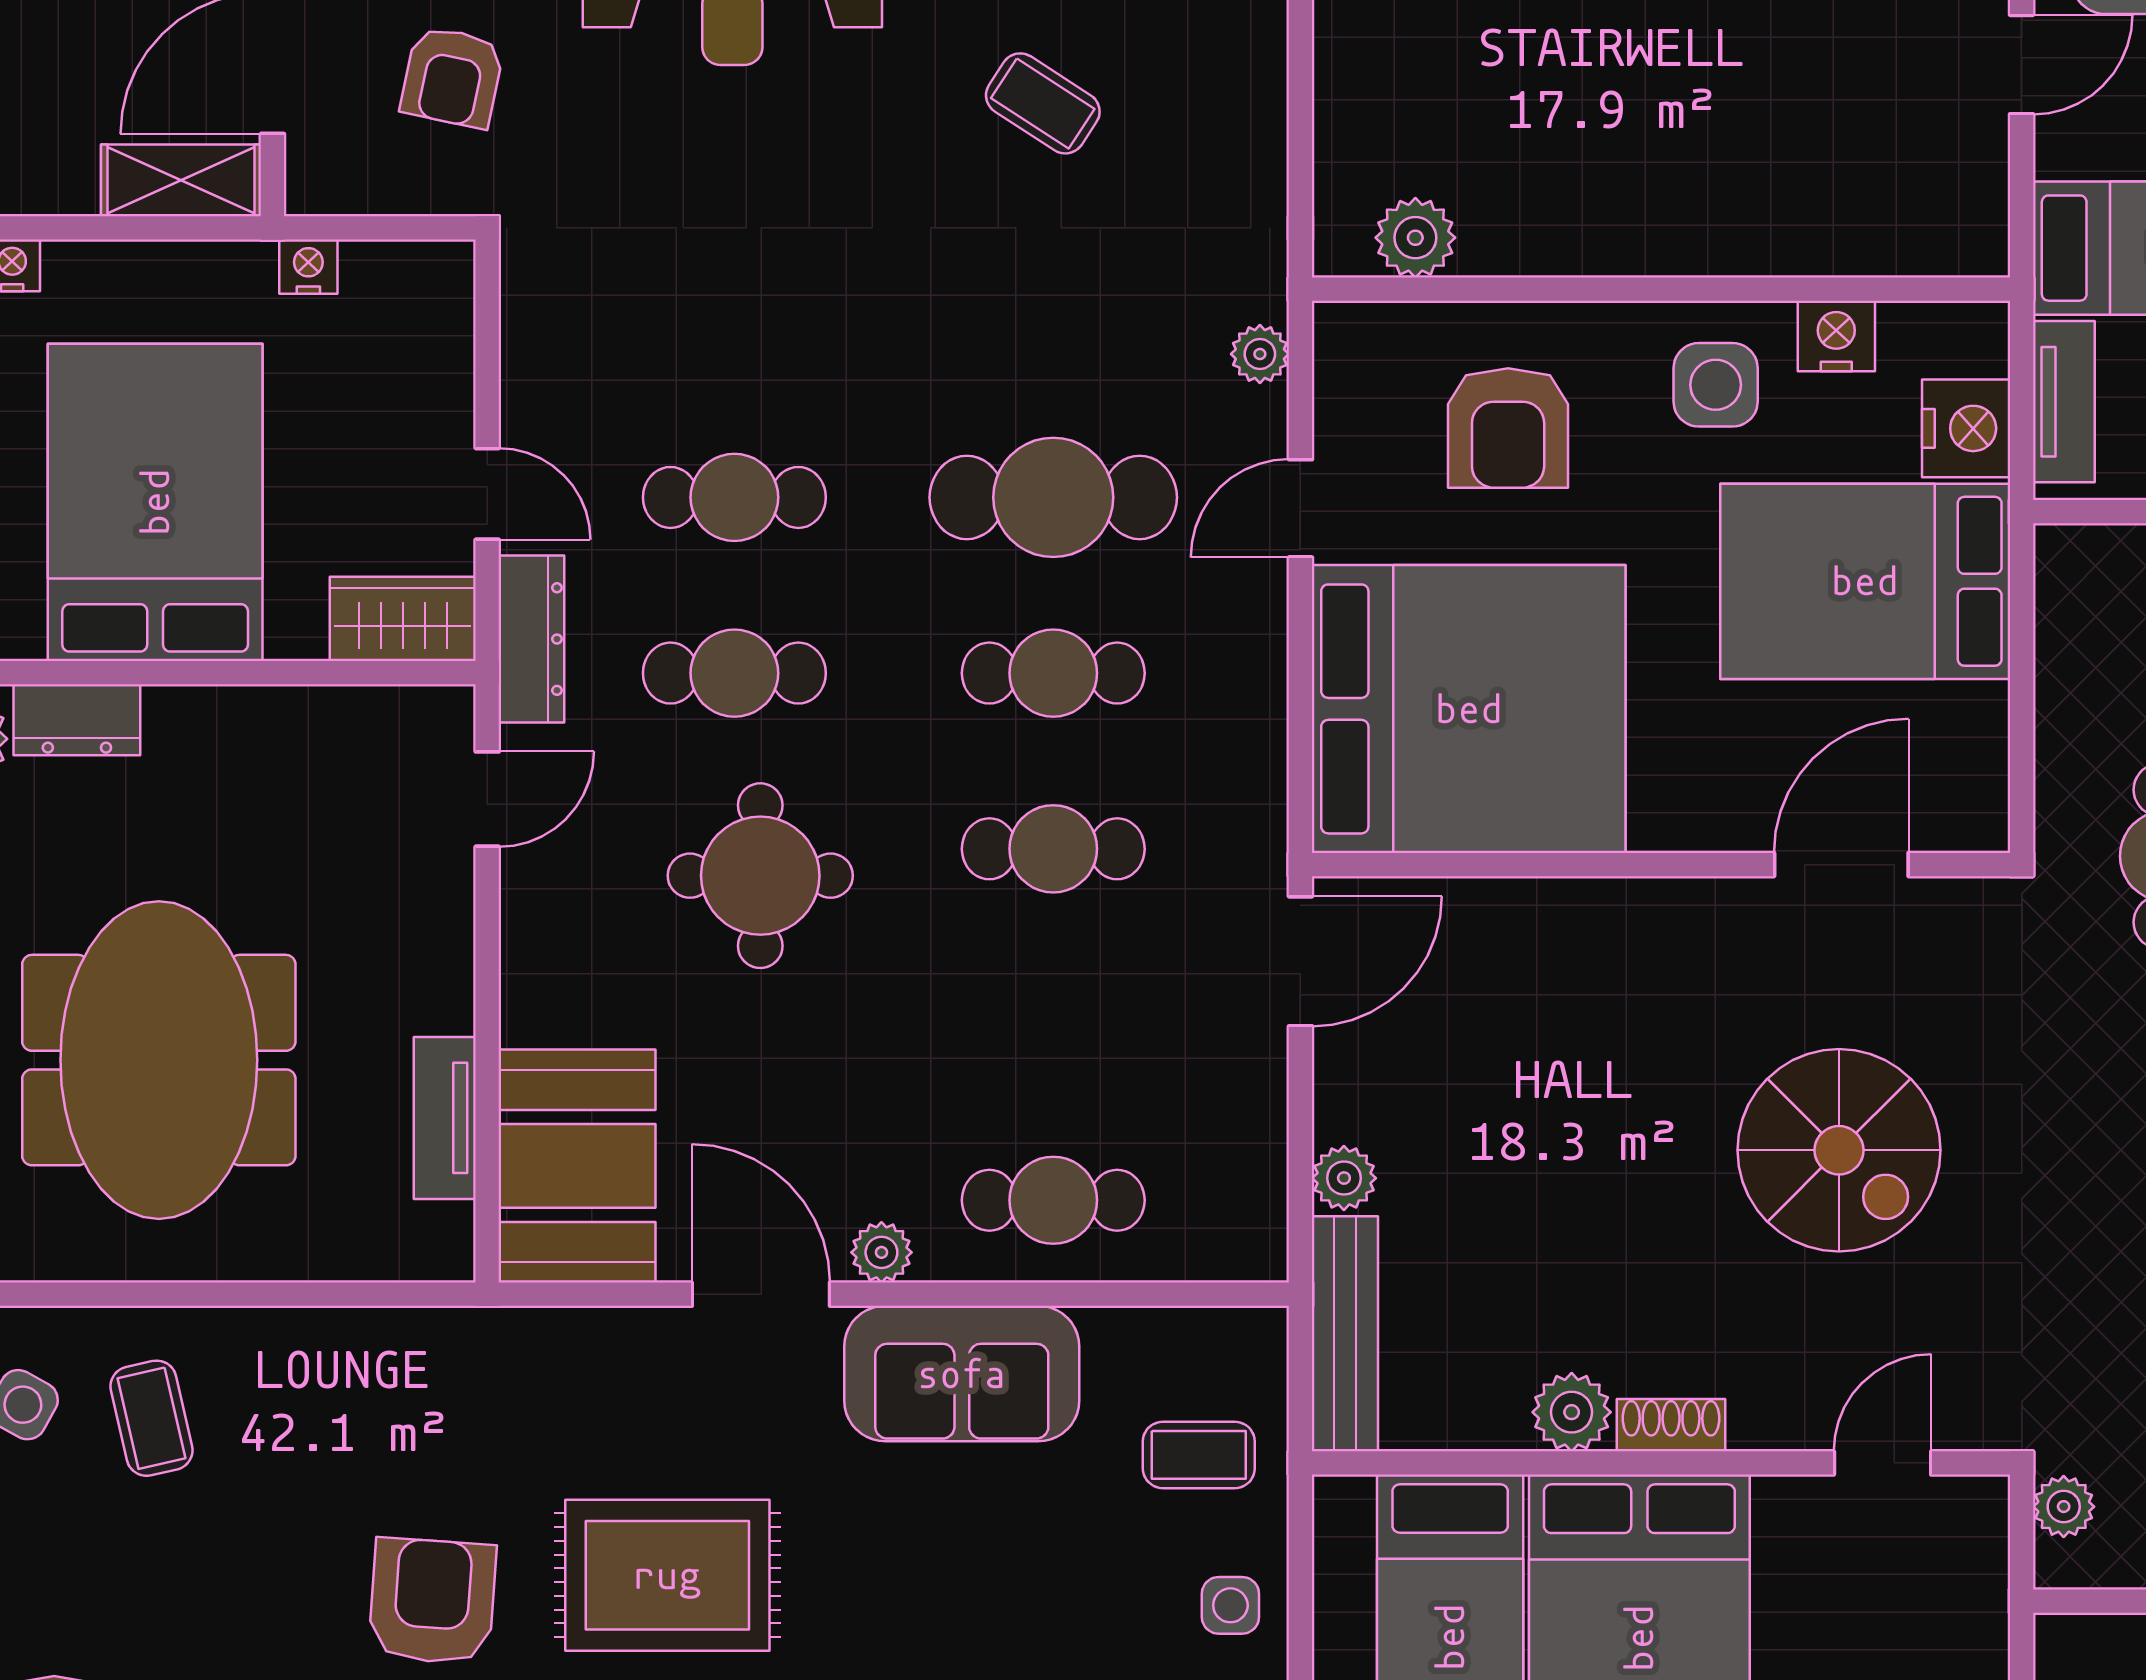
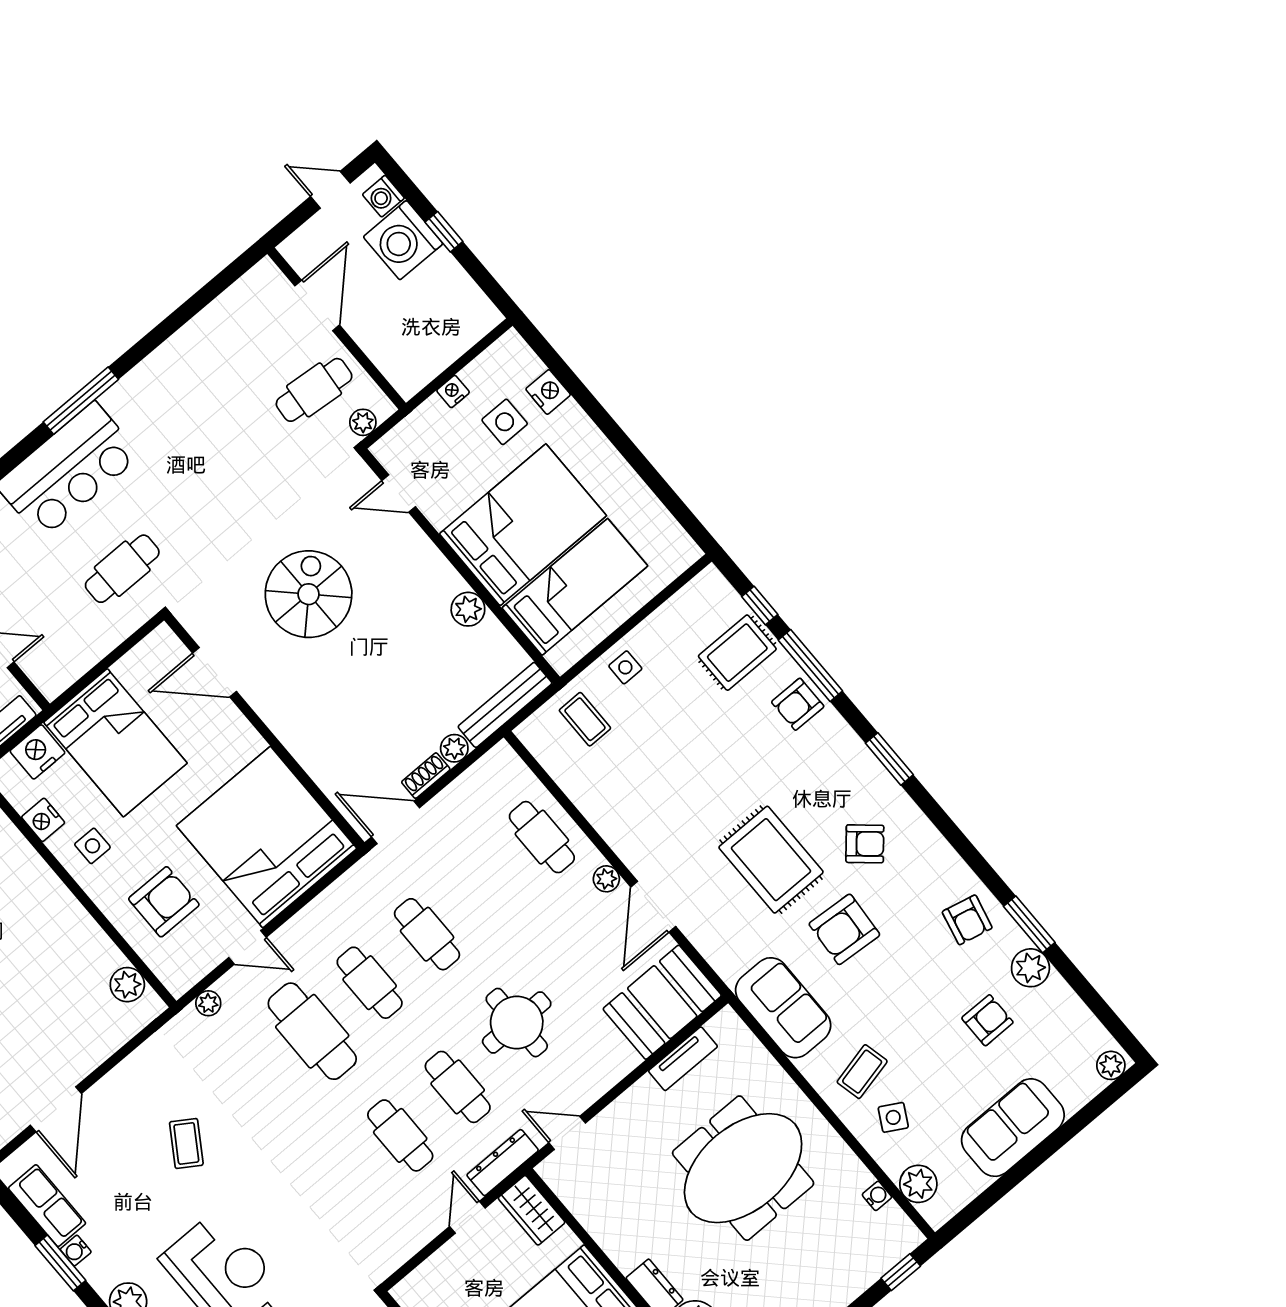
side table: (1716, 385) -> (92, 846), width x0.73, depth x0.73
sofa: (962, 1374) -> (783, 1008), moved
shoe rack: (1671, 1425) -> (426, 776), moved, turned 90

